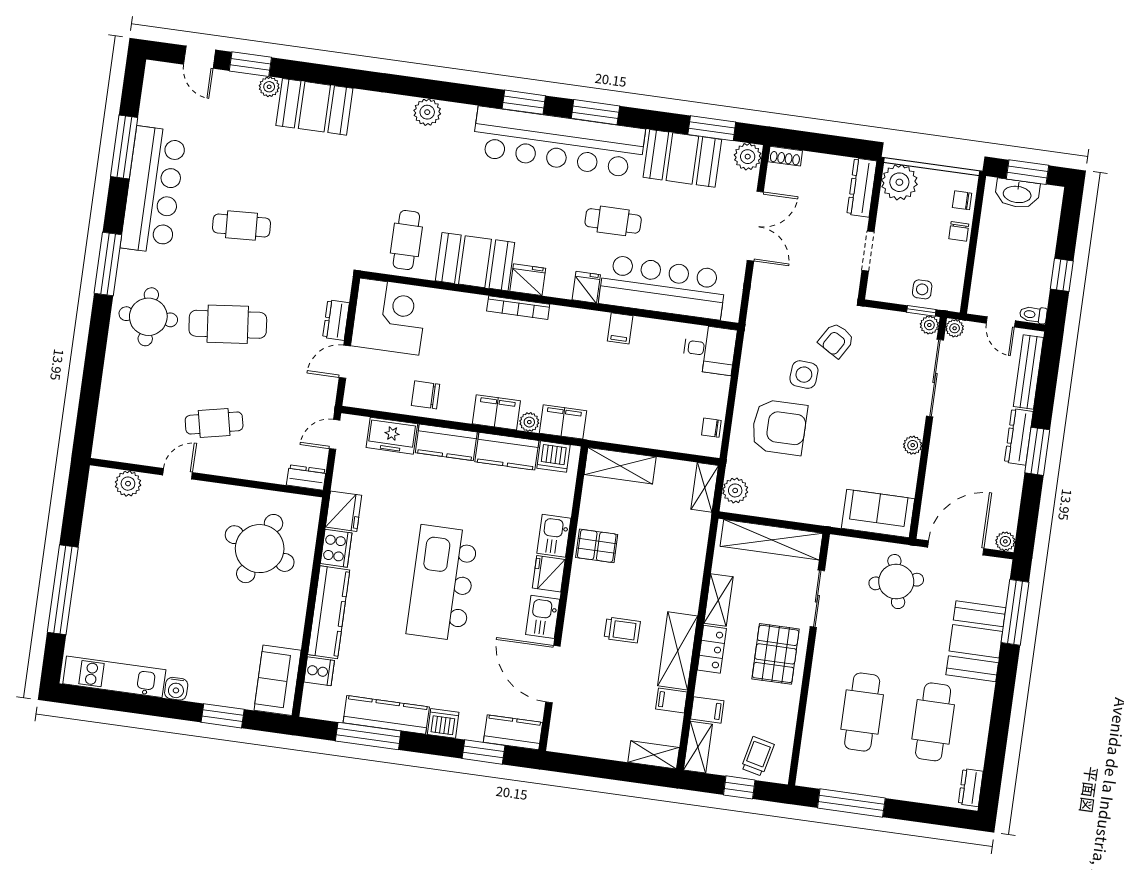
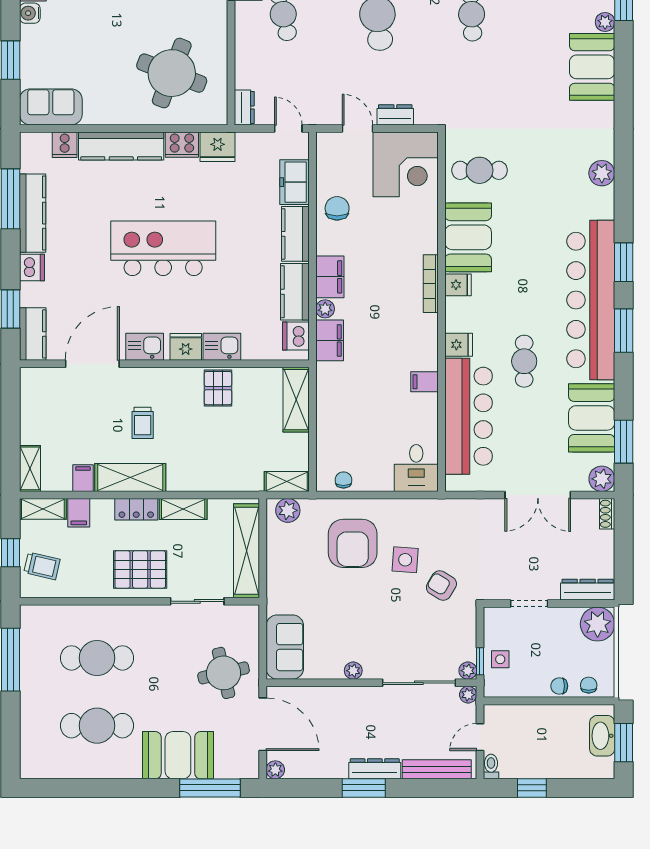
fridge: (528, 280) -> (458, 285), width x0.72
dresser: (971, 788) -> (40, 769), removed

